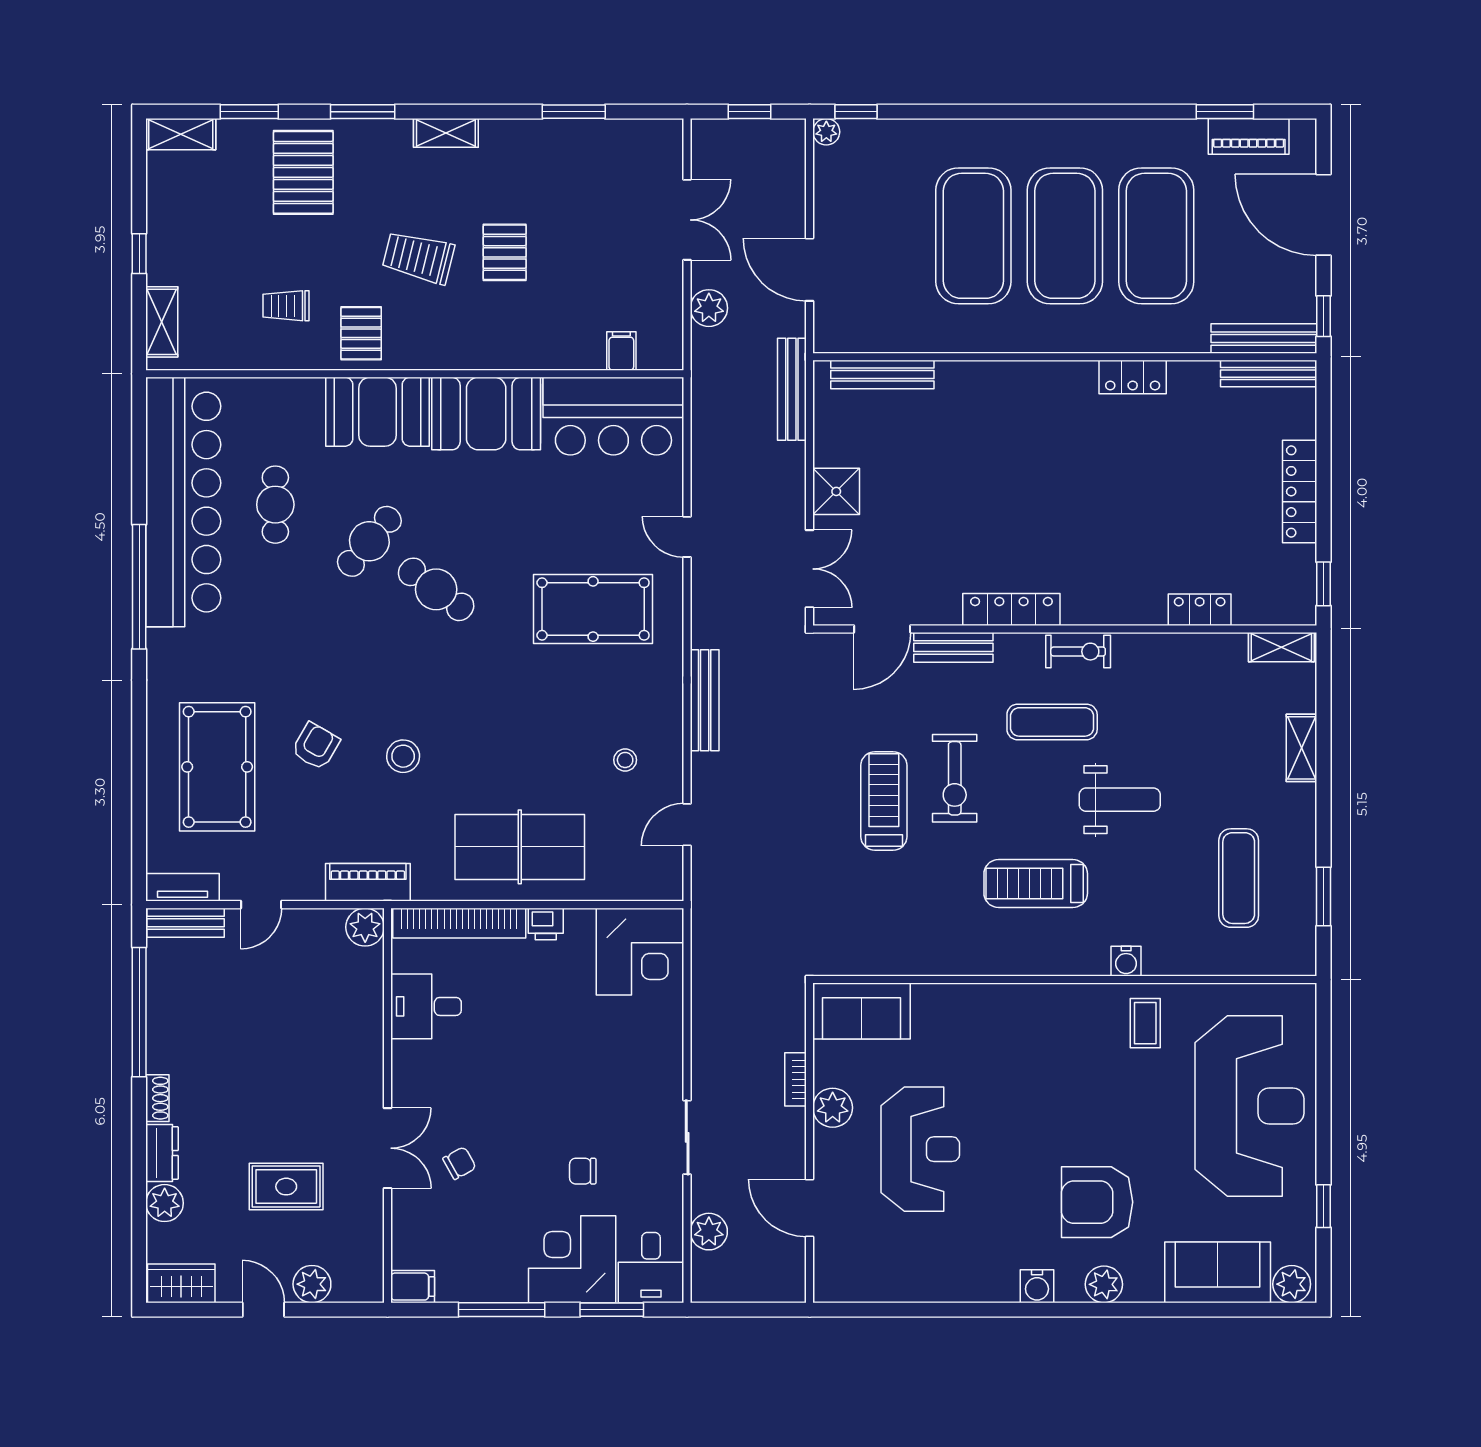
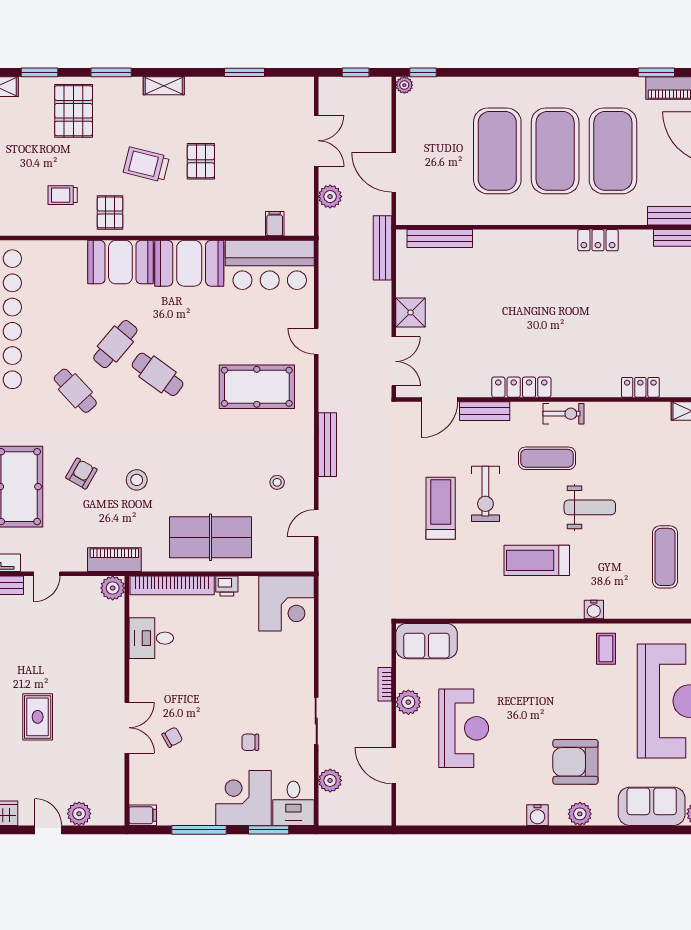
cafe table: (275, 505) -> (75, 391), moved, turned -43
rug: (286, 1187) -> (38, 717), moved, turned 90

